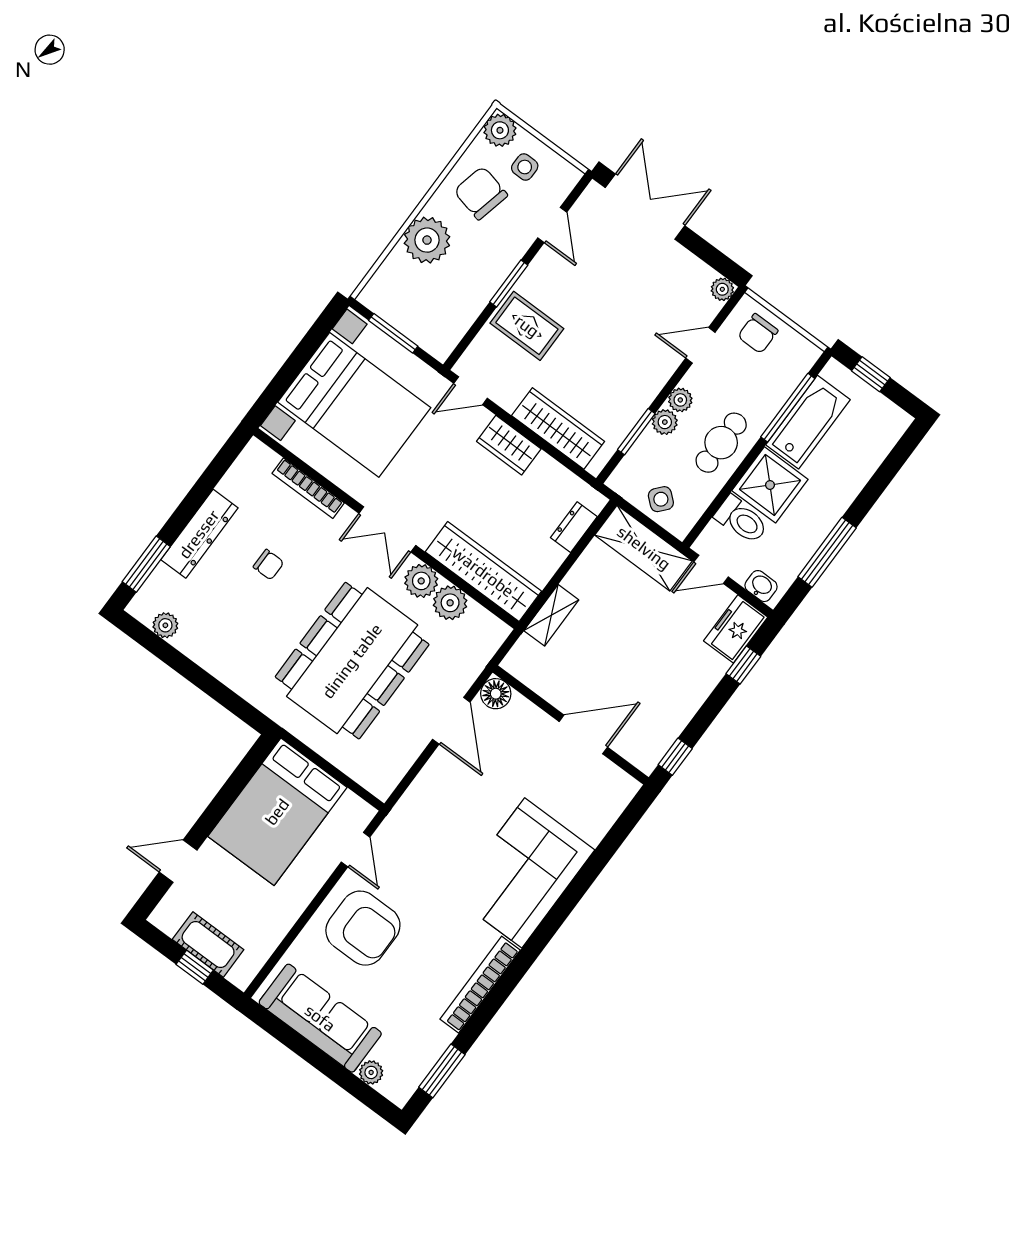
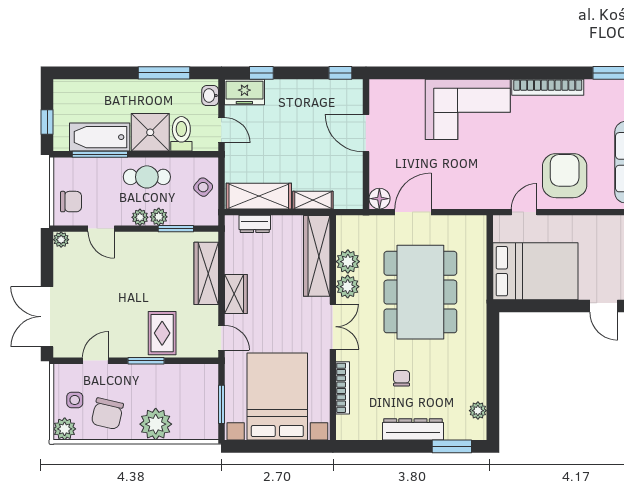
shelving: (644, 548) -> (259, 196), moved, turned 90
dining table: (352, 661) -> (420, 292), turned 90

